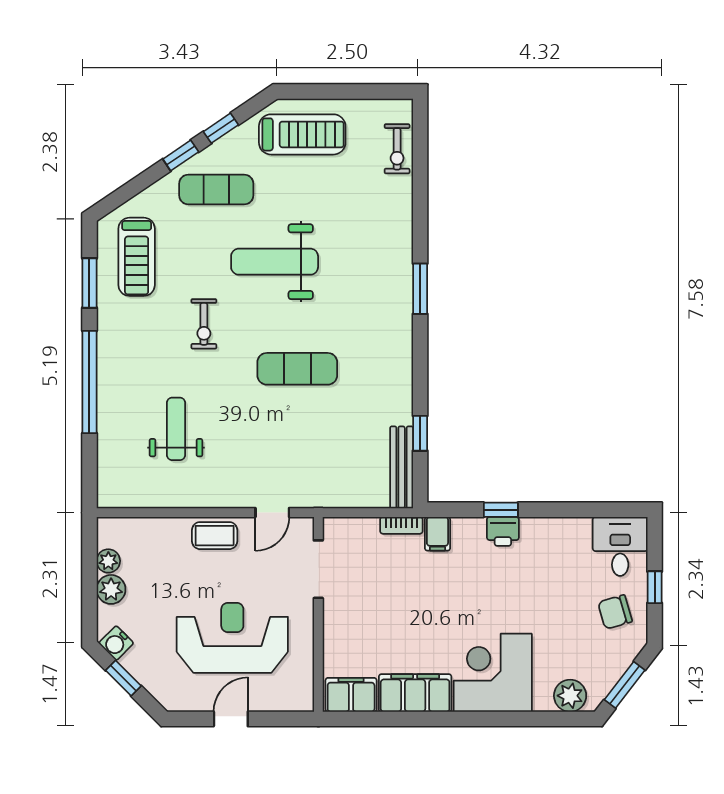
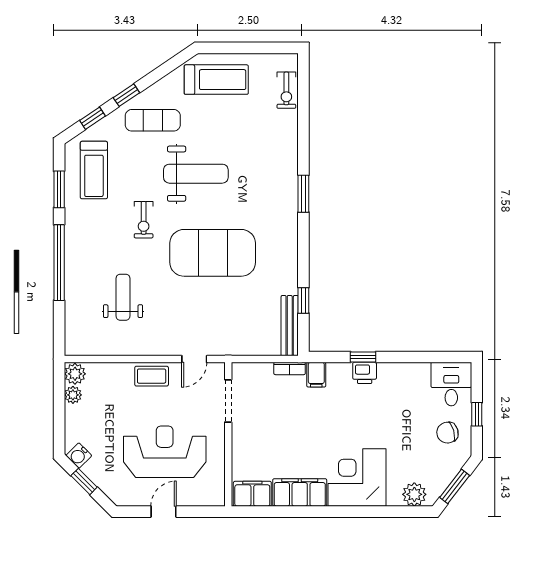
window: (221, 128) -> (92, 118), moved
weight bench: (275, 262) -> (196, 174), turned 180
exercise mat: (297, 369) -> (213, 253), width x2.00, depth x1.45
plant: (111, 589) -> (75, 374), moved

